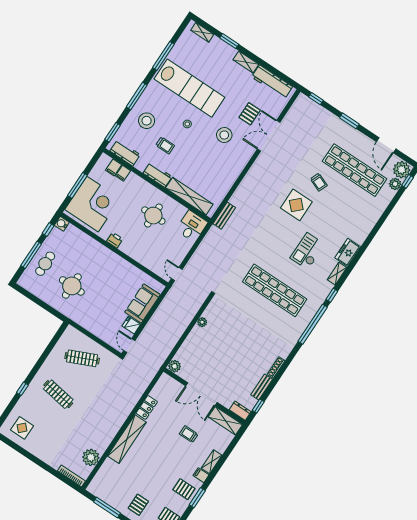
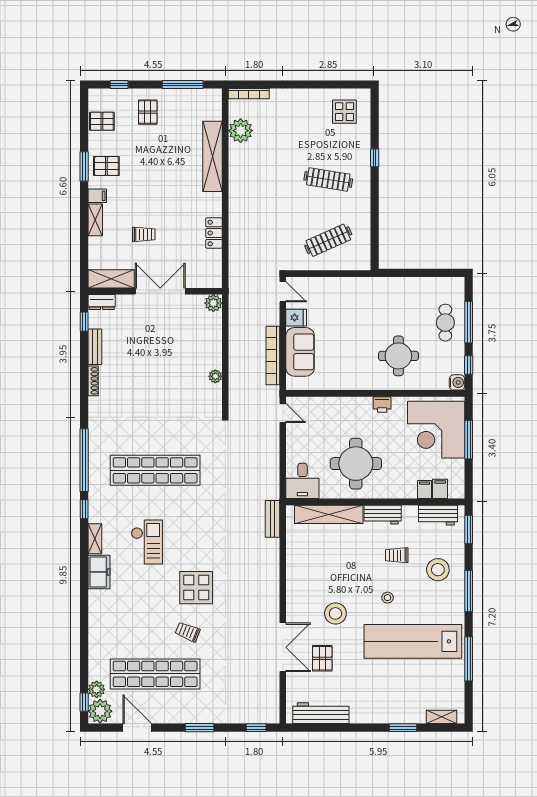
shelving: (246, 62) -> (367, 716), removed
round table: (153, 216) -> (356, 464), width x1.36, depth x1.36
round table: (72, 286) -> (398, 356), moved
bookcase: (160, 312) -> (273, 355), added
shelving: (127, 439) -> (212, 156), moved

